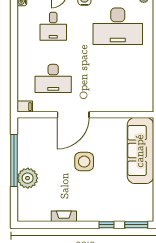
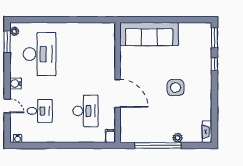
side table: (84, 162) -> (175, 88), moved
plant: (28, 178) -> (178, 138), width x0.53, depth x0.53
fireplace: (64, 216) -> (207, 132), moved

